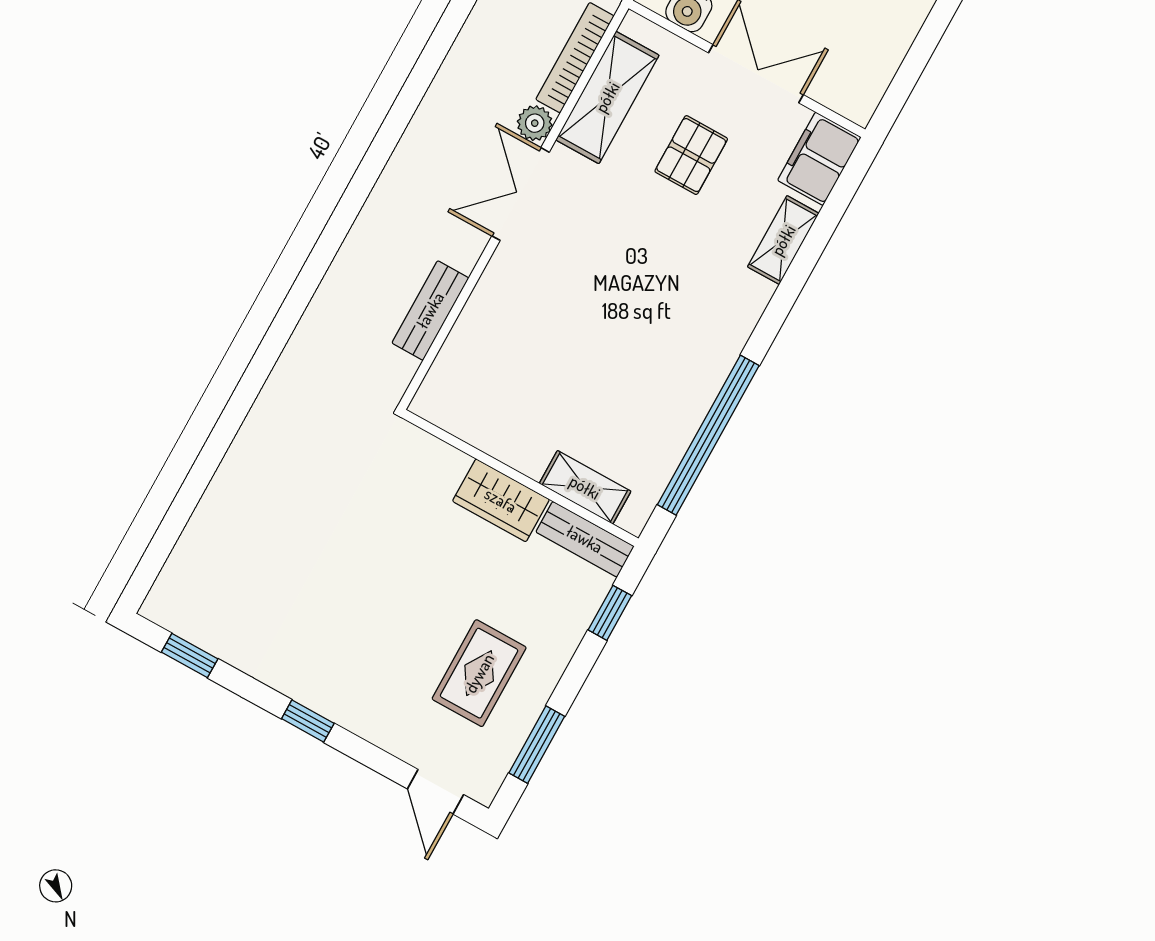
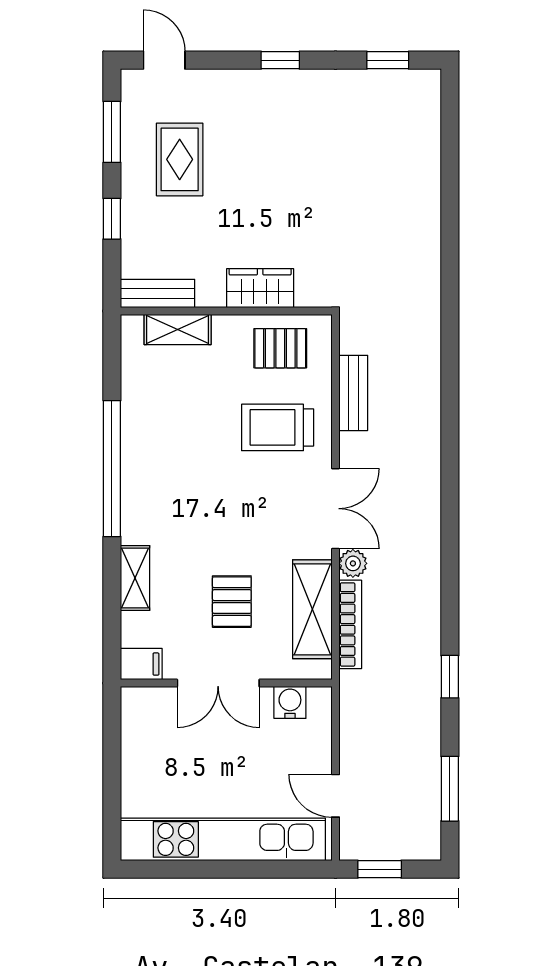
filing cabinet: (819, 159) -> (141, 664), width x0.50
trolley: (535, 319) -> (278, 427), added
pallet: (483, 404) -> (280, 348), added
window: (708, 435) -> (112, 469), moved
wardrobe: (501, 500) -> (260, 288), moved
window: (610, 613) -> (112, 219), moved

